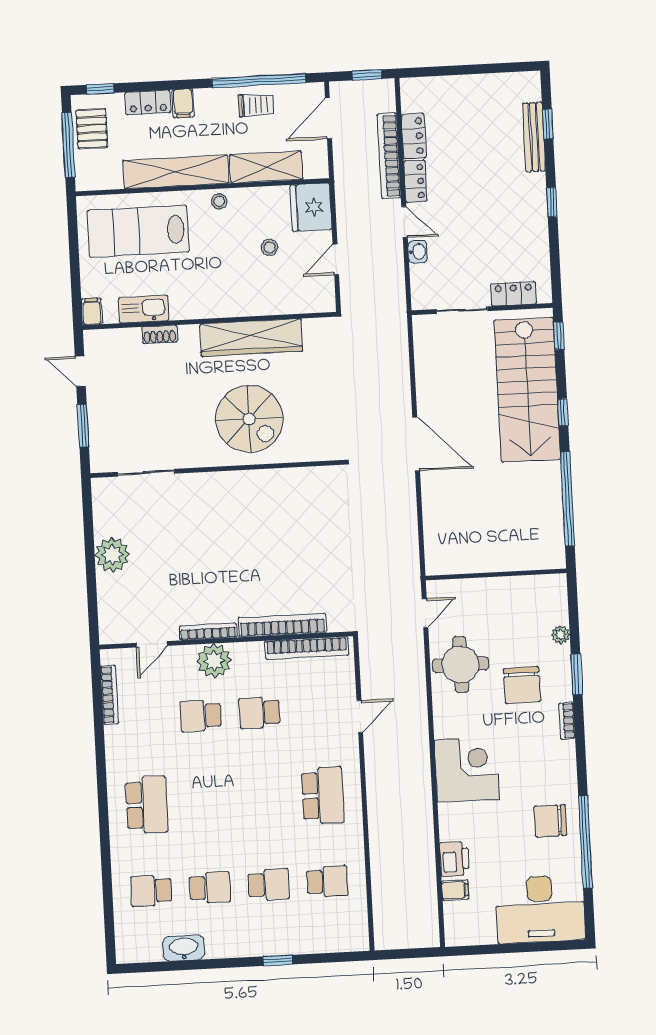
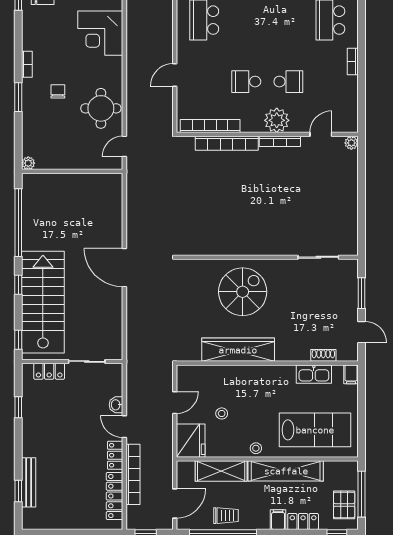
trolley: (256, 105) -> (226, 516), turned 180
locker: (414, 136) -> (115, 496), width x1.53
window: (552, 202) -> (18, 407), moved
shoe rack: (160, 334) -> (323, 355), moved
spiral stairs: (249, 419) -> (243, 292), turned 90
plant: (112, 555) -> (351, 143), moved, width x0.53, depth x0.53
plant: (561, 635) -> (28, 163), moved
chair: (522, 685) -> (58, 91), width x0.54, depth x0.54
bookcase: (109, 695) -> (353, 61), moved, width x0.64
school desk: (259, 713) -> (246, 82), turned 180

